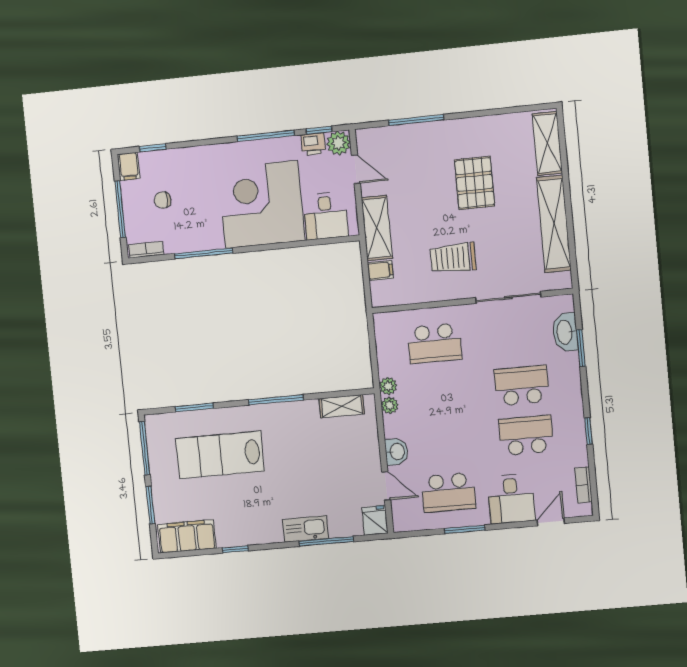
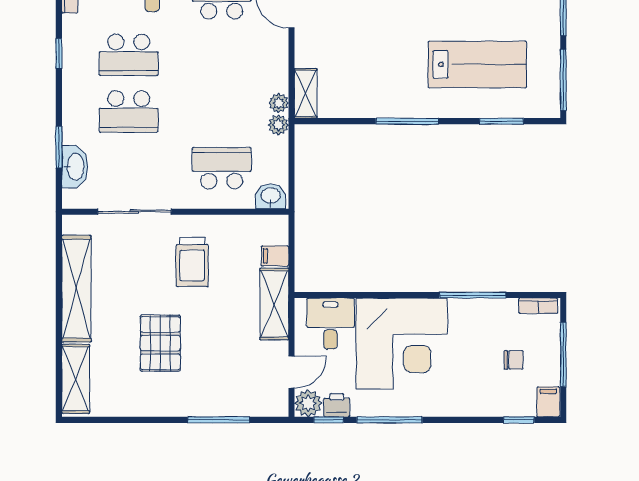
door: (356, 169) -> (292, 372), swing flipped
trolley: (453, 258) -> (192, 262), turned 90
shelving: (342, 406) -> (306, 93), moved, turned 90
washbasin: (397, 452) -> (271, 196), moved, turned 90

